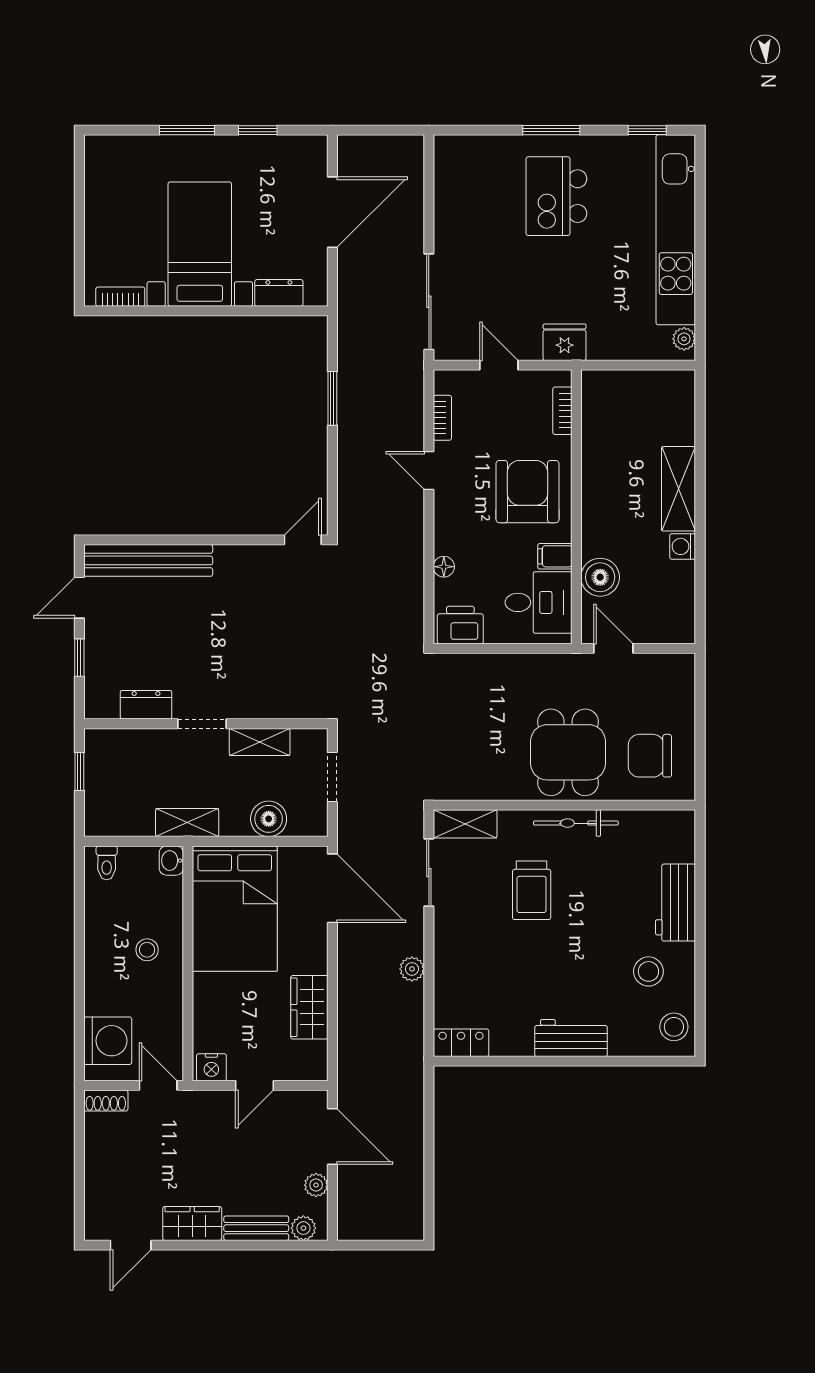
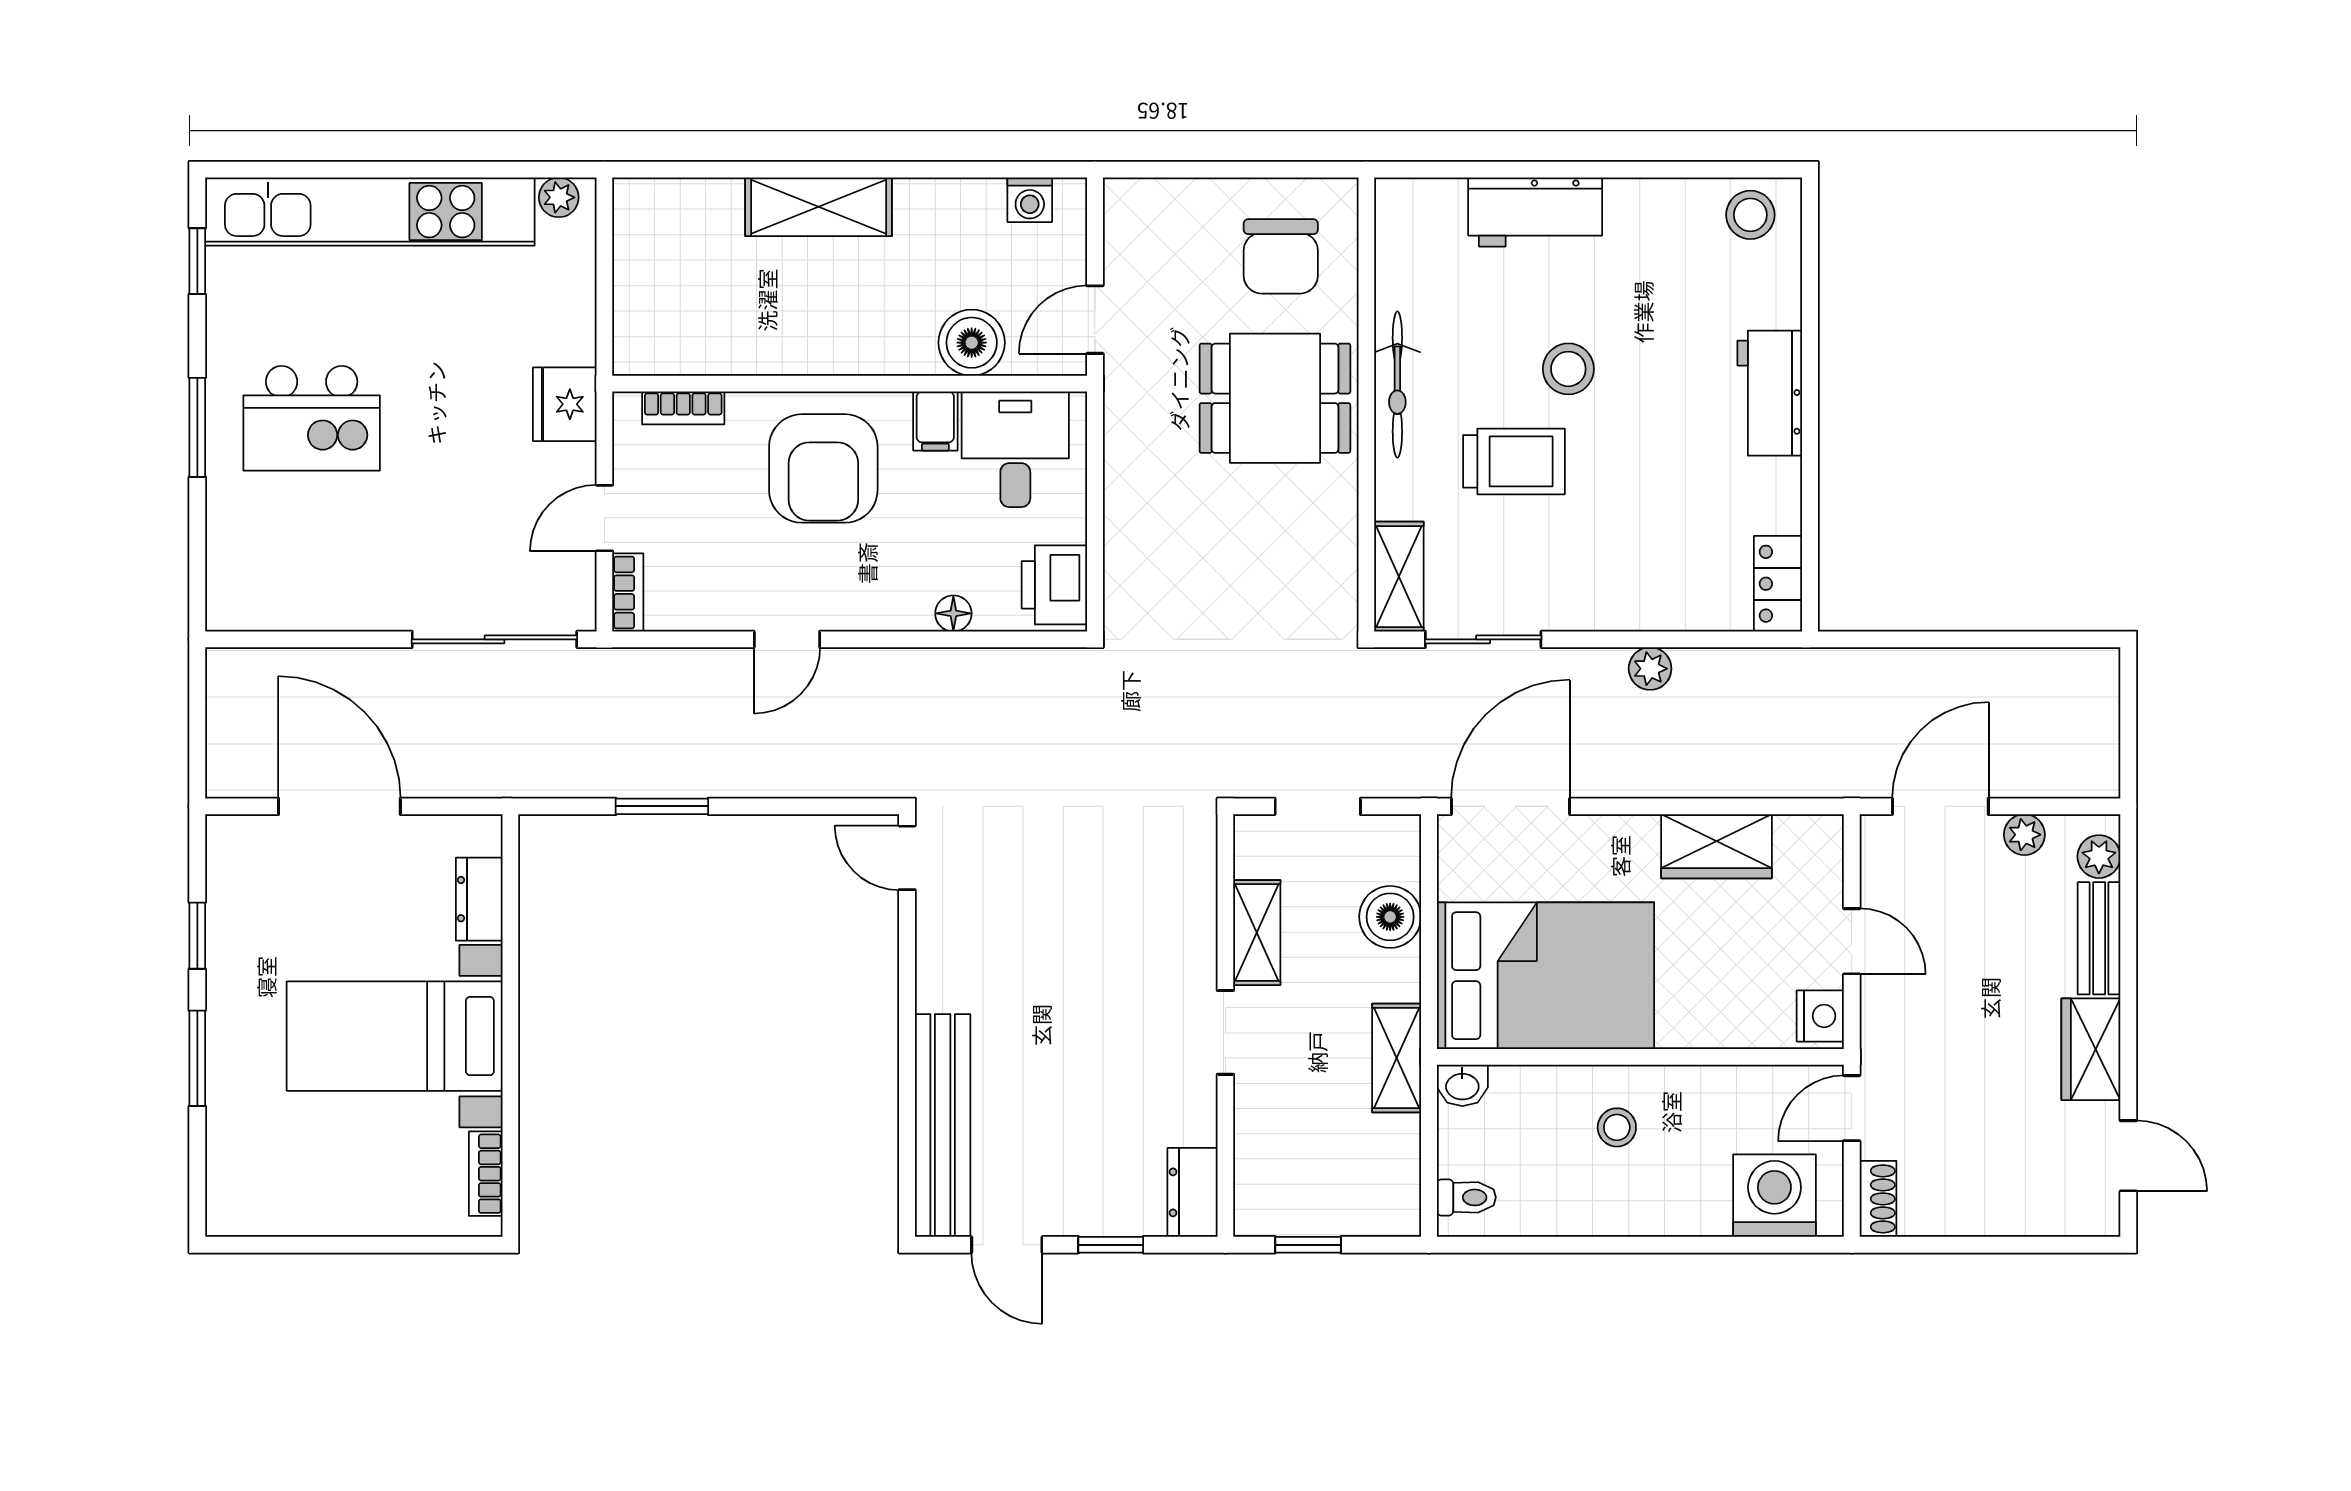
bookcase: (442, 418) -> (628, 592), moved, turned 90
armchair: (527, 492) -> (823, 468), turned -90
washing machine: (683, 546) -> (1030, 200), moved
dresser: (146, 705) -> (1193, 1192), moved
stool: (648, 971) -> (1568, 369), moved

